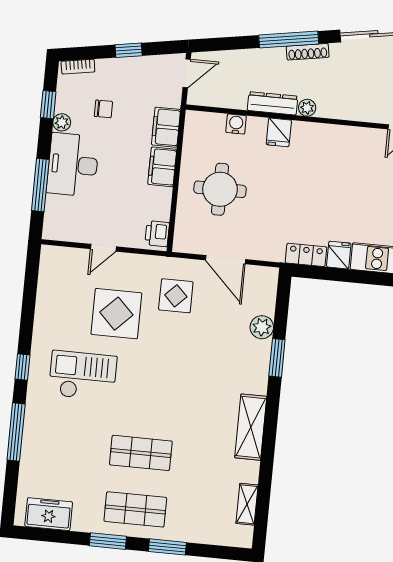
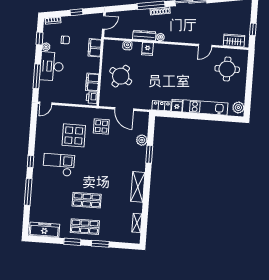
filing cabinet: (162, 167) -> (92, 82), moved
round table: (220, 189) -> (121, 76), turned 31
door: (103, 248) -> (46, 103), moved
freezer: (49, 514) -> (44, 230), width x1.40

